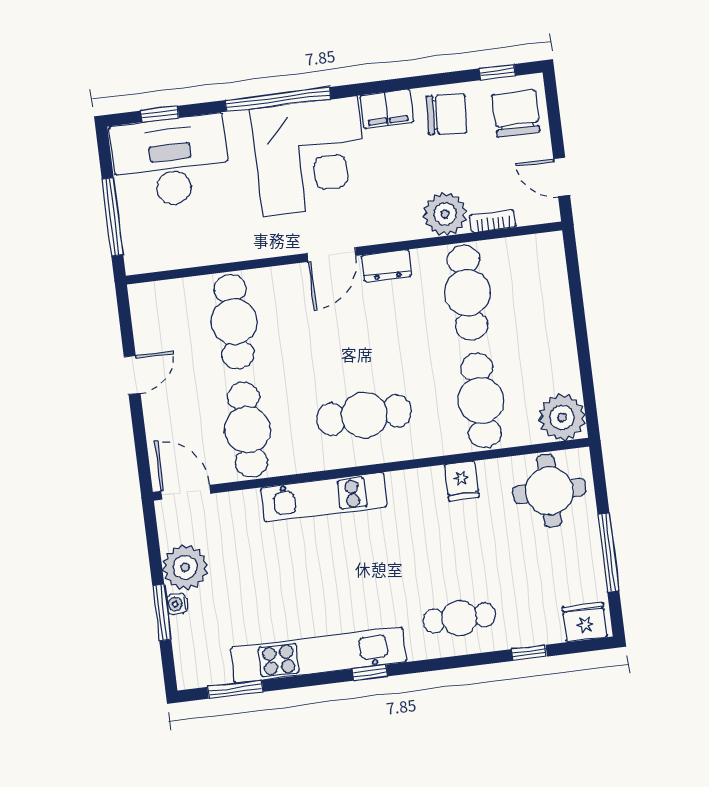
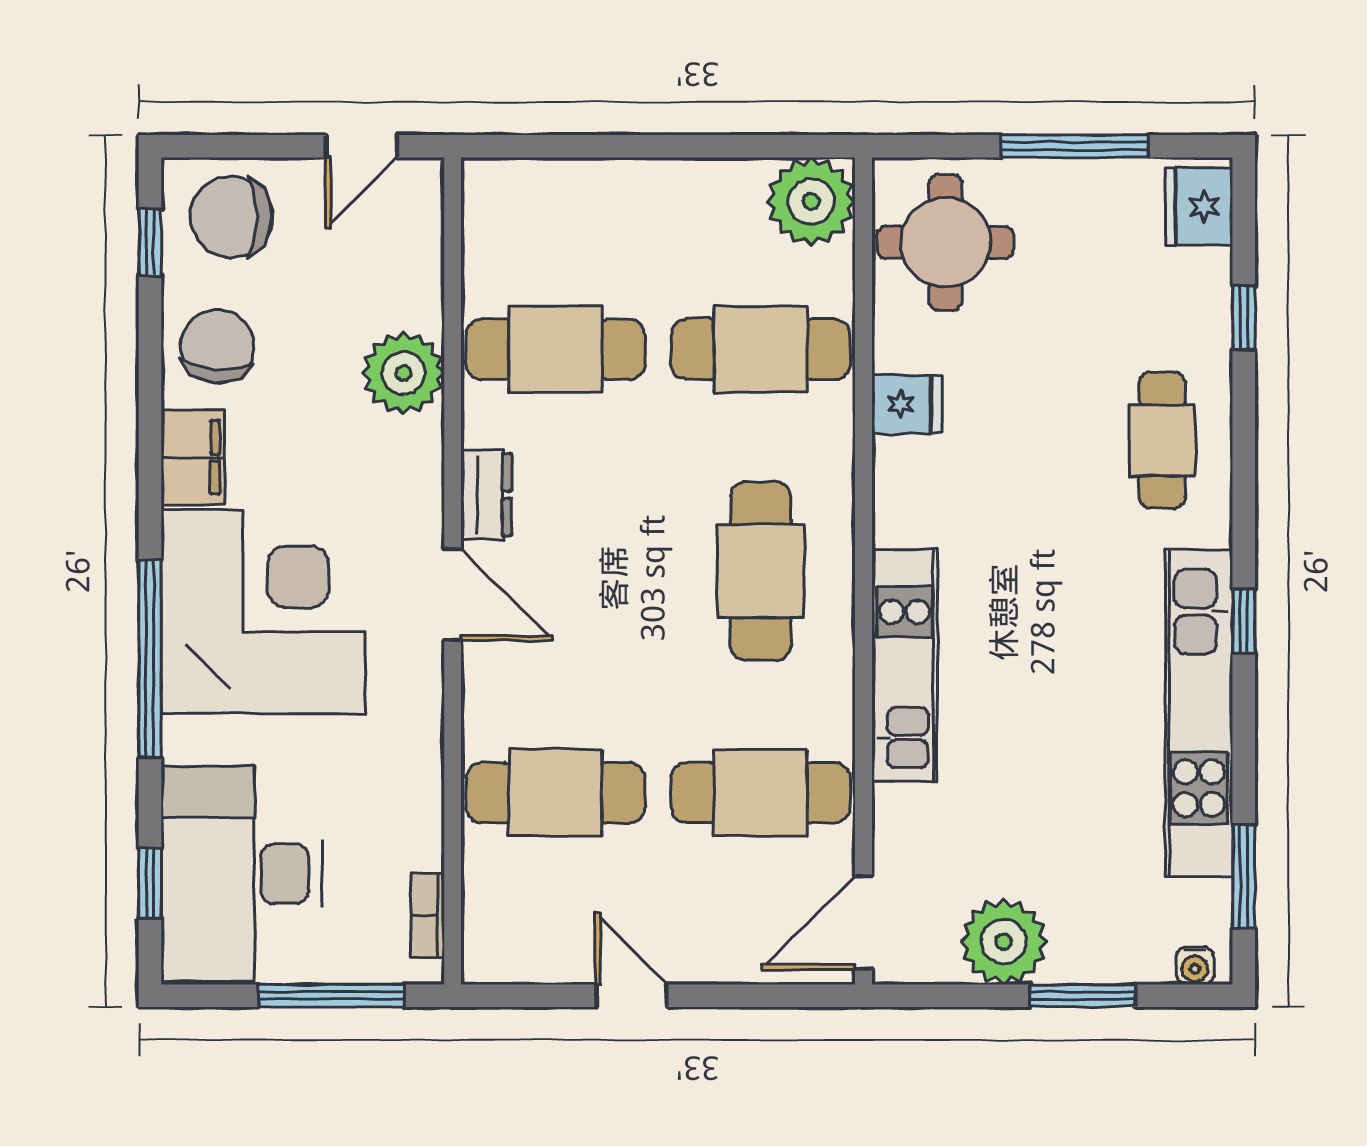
bookcase: (493, 221) -> (427, 916), moved
water cooler: (177, 604) -> (1195, 966), moved

